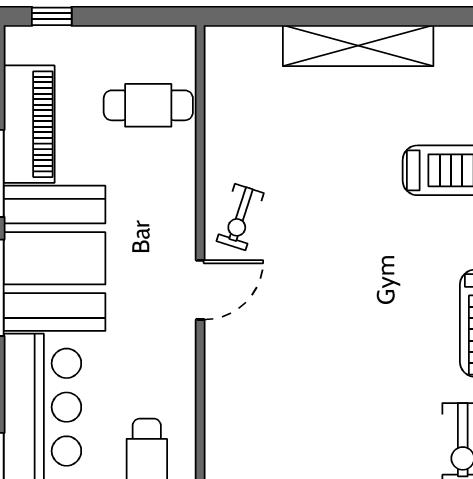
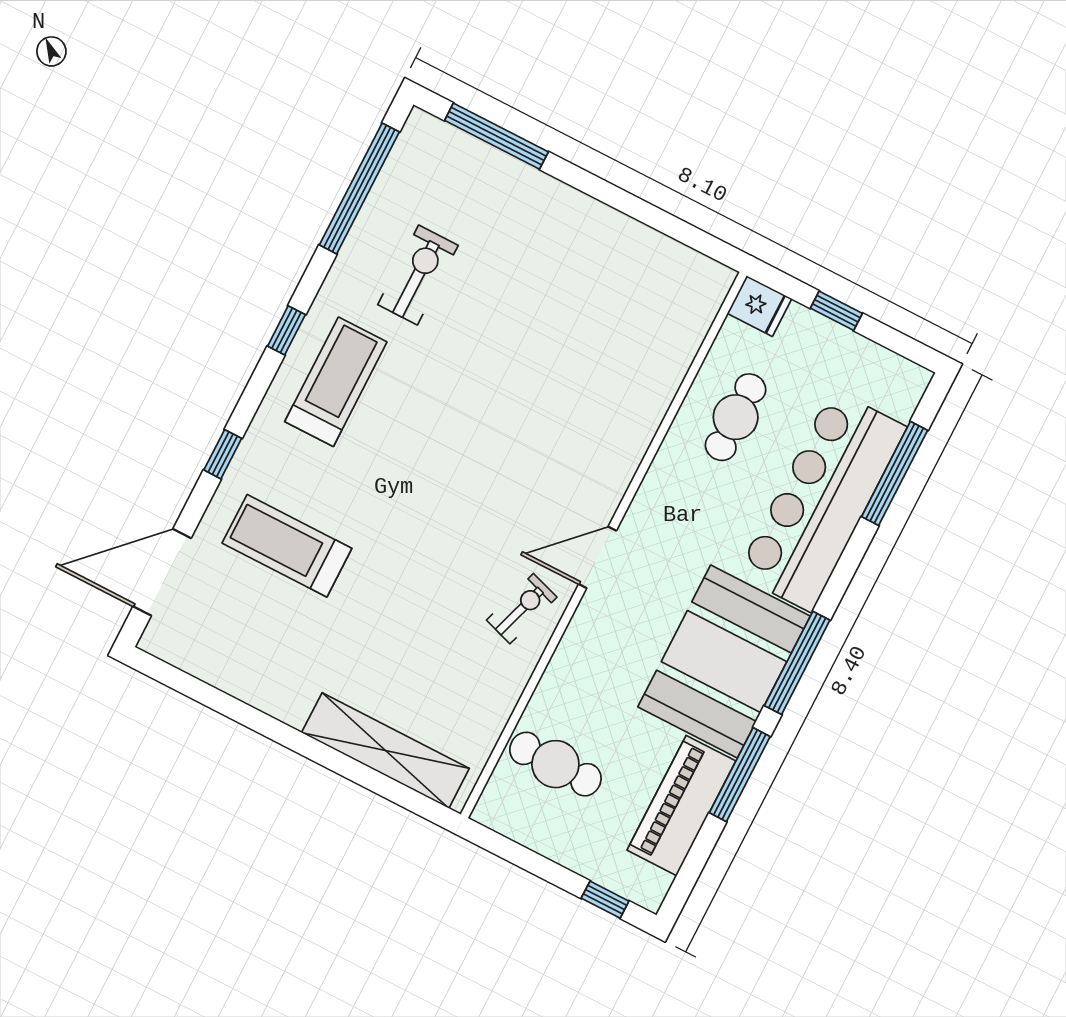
shelving: (358, 46) -> (385, 750), moved

